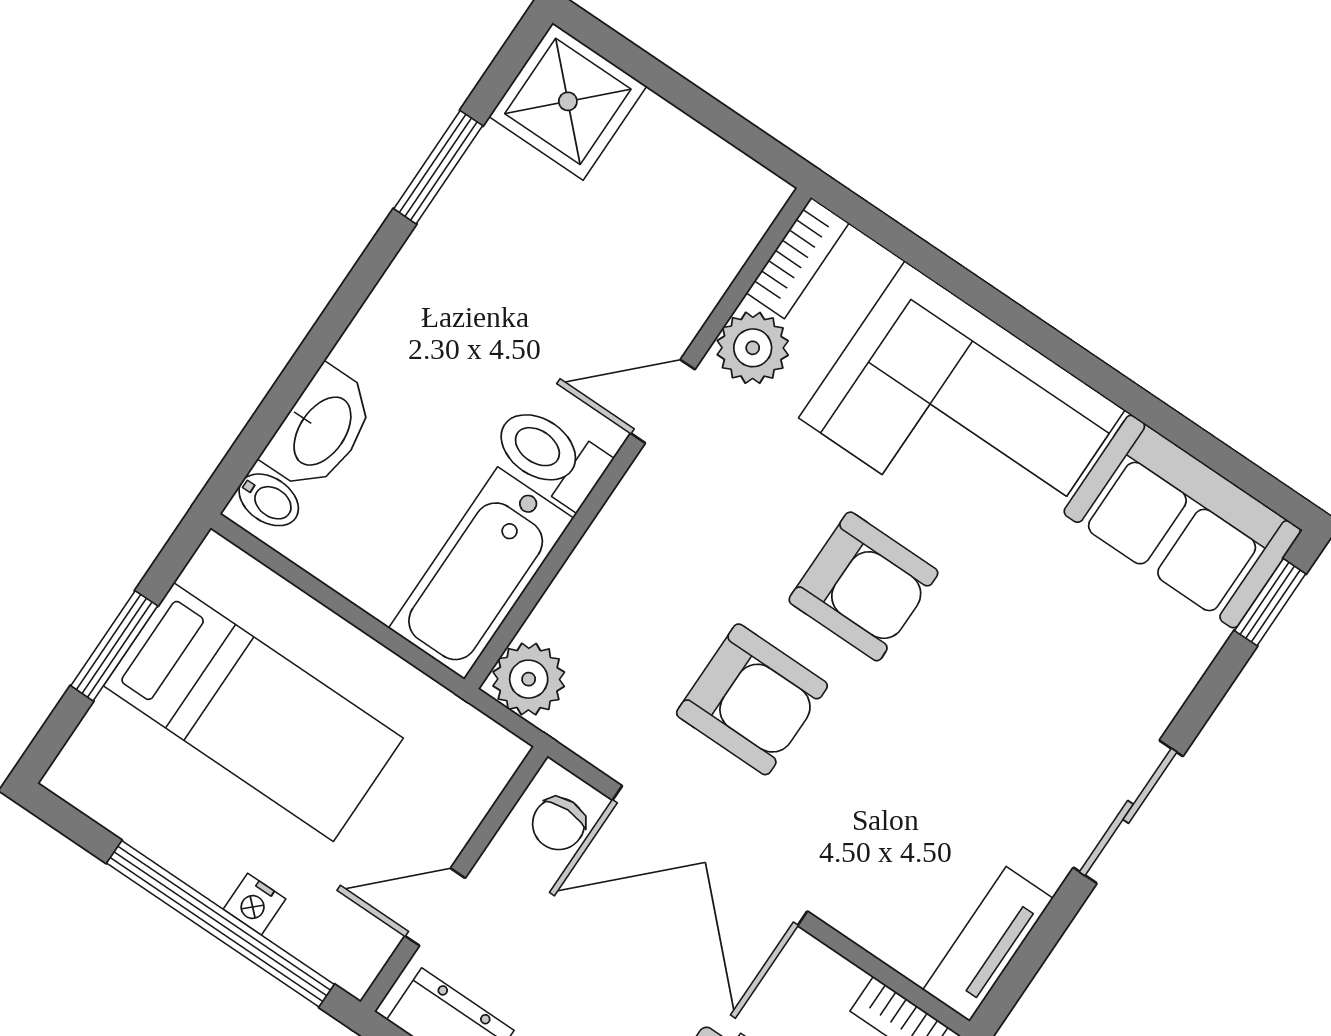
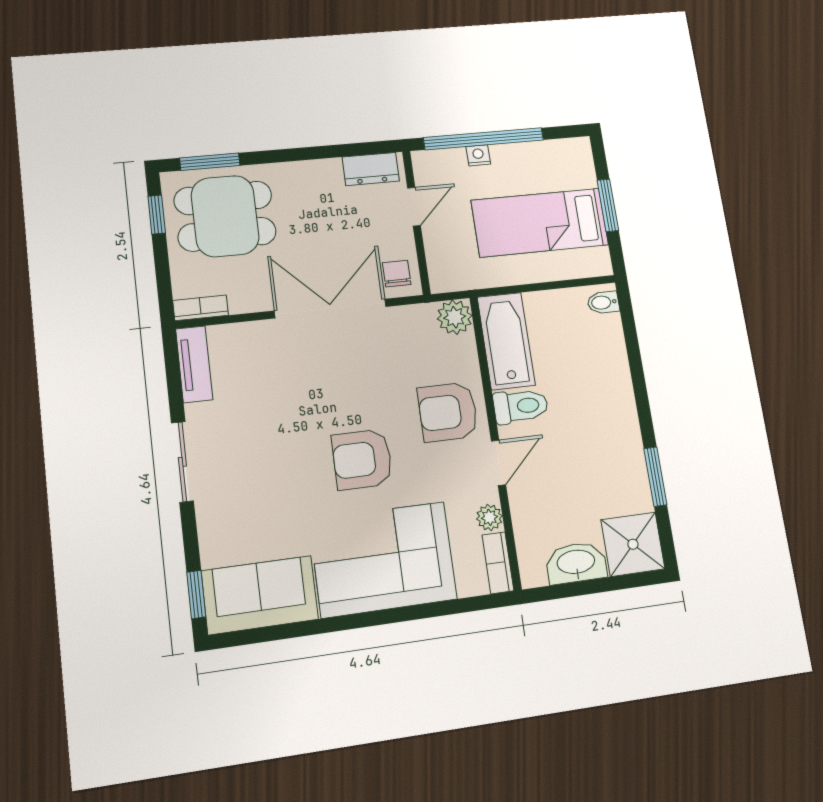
plant: (753, 348) -> (489, 517), width x0.73, depth x0.73
washbasin: (321, 430) -> (576, 563), moved, turned 90
armchair: (752, 699) -> (448, 412), moved

